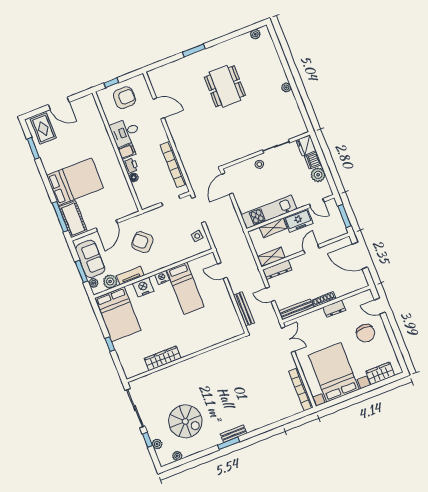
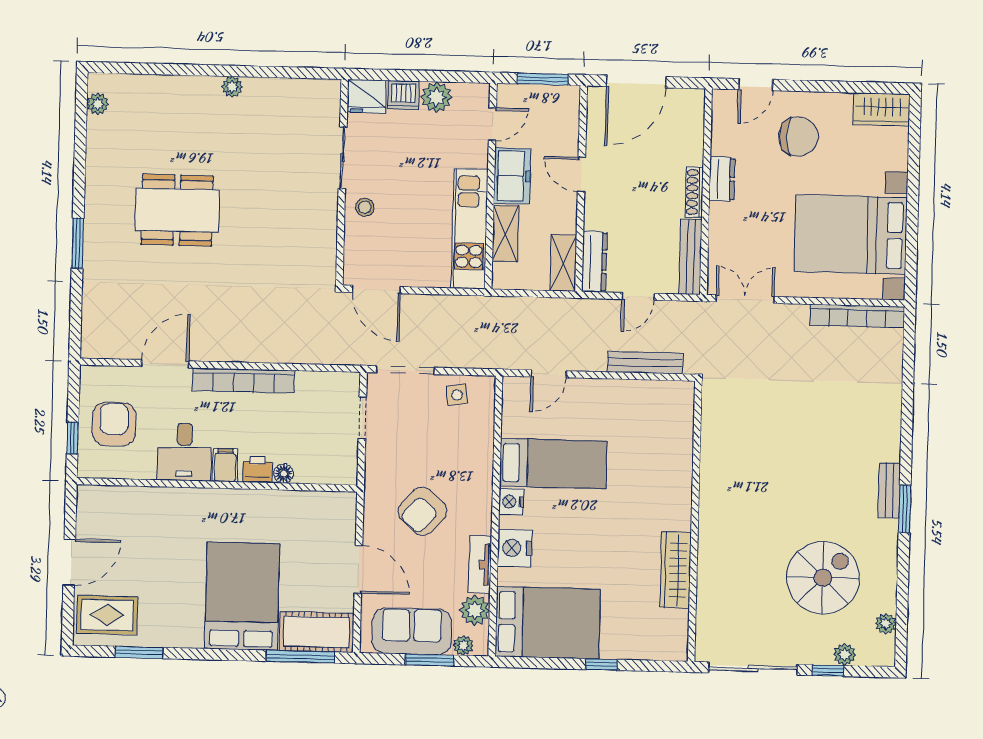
bookcase: (173, 164) -> (244, 381), moved
wardrobe: (380, 373) -> (882, 109), moved, turned -90

